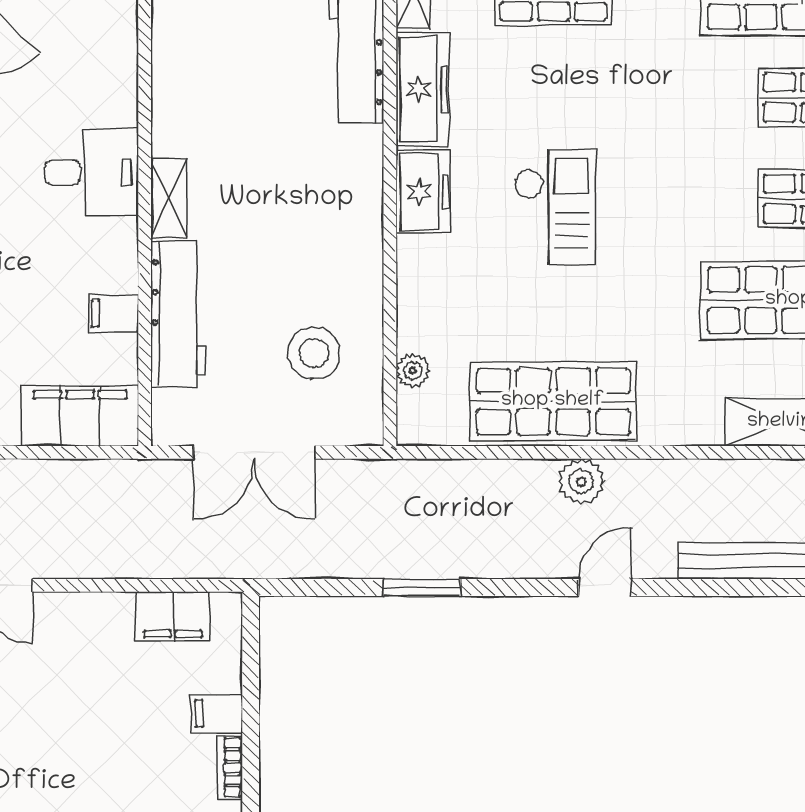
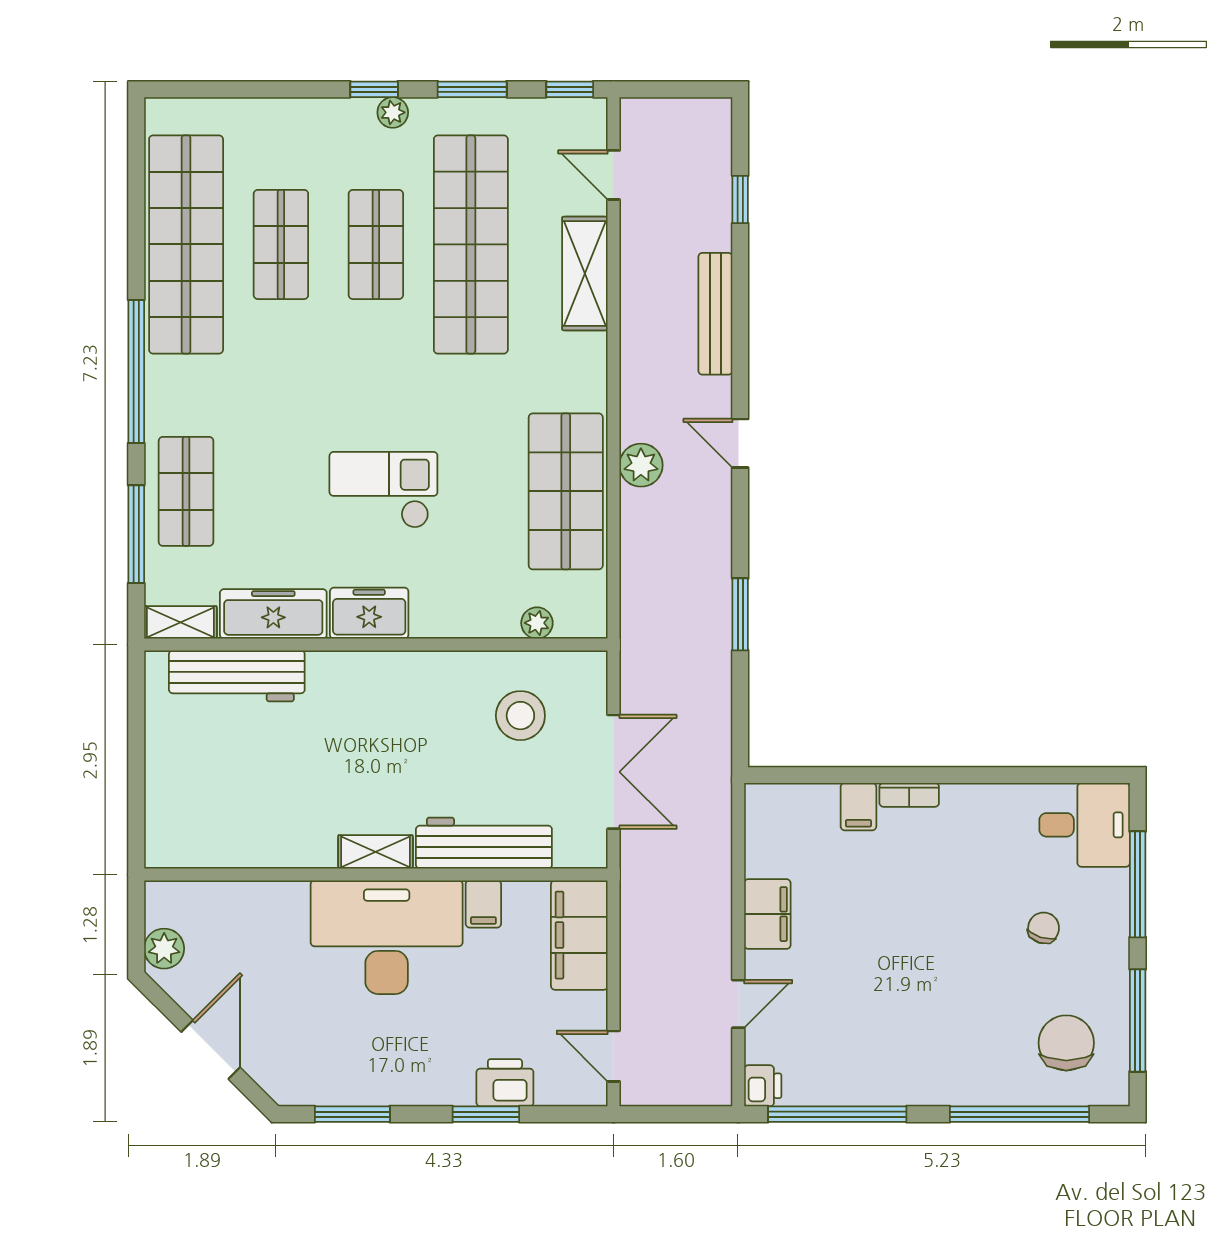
desk: (92, 172) -> (387, 937), width x1.87, depth x1.30
filing cabinet: (173, 616) -> (767, 914), moved

